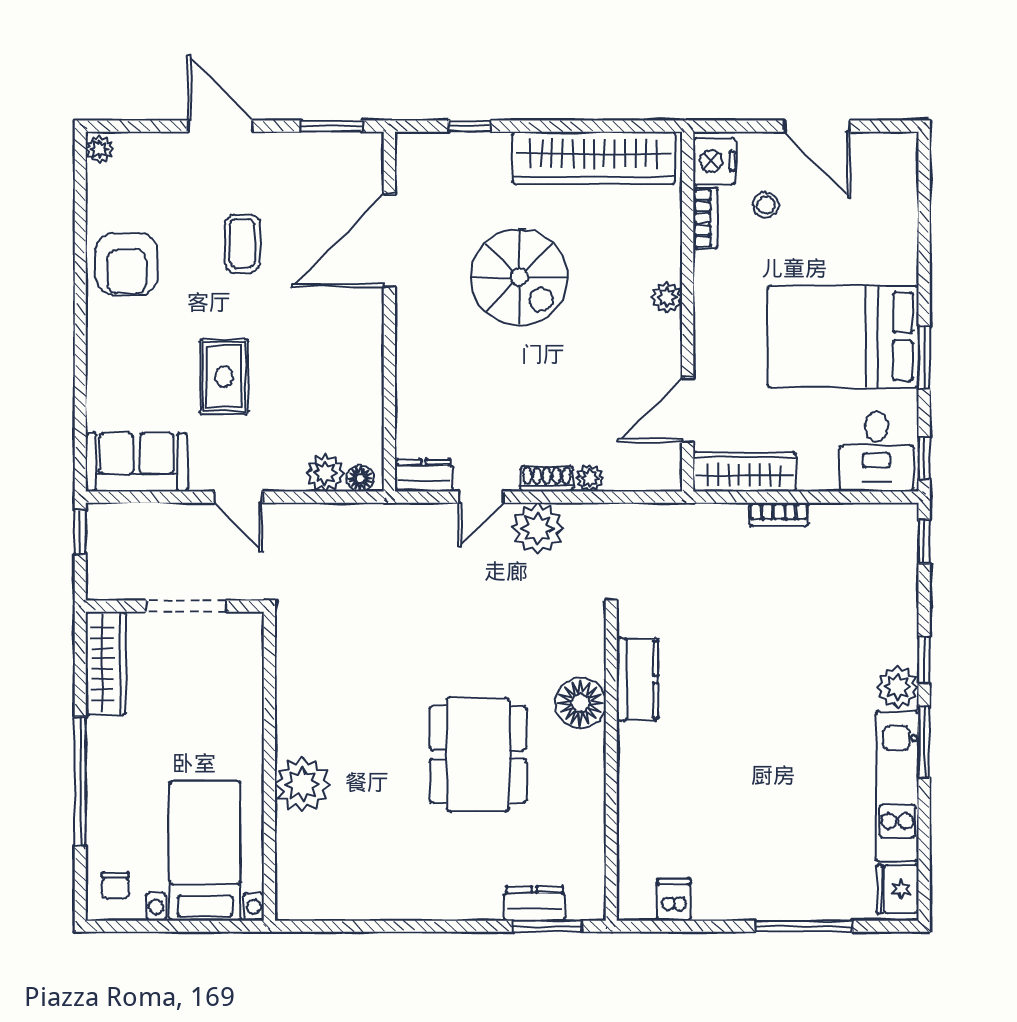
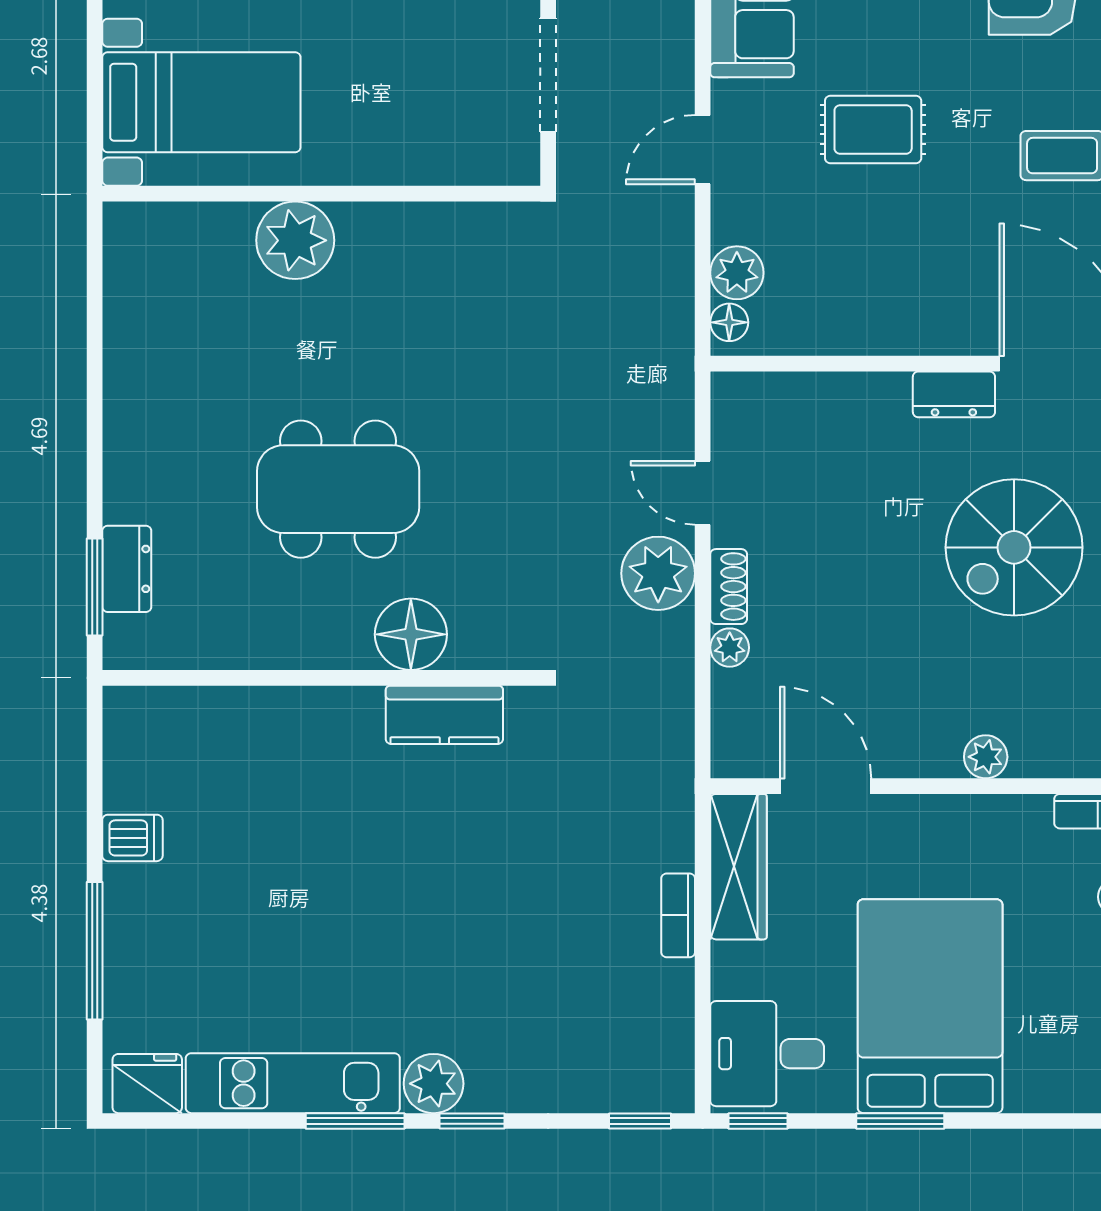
dresser: (424, 475) -> (954, 394), moved, turned 90
dishwasher: (674, 900) -> (132, 838), moved

